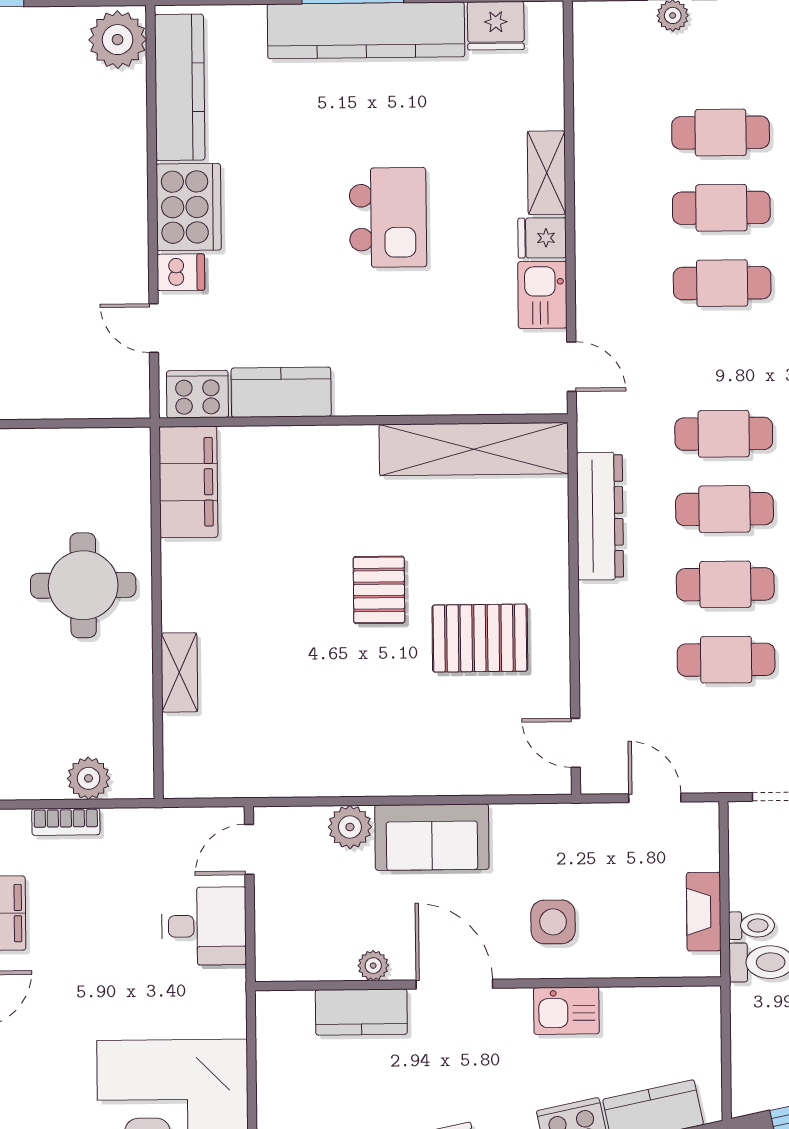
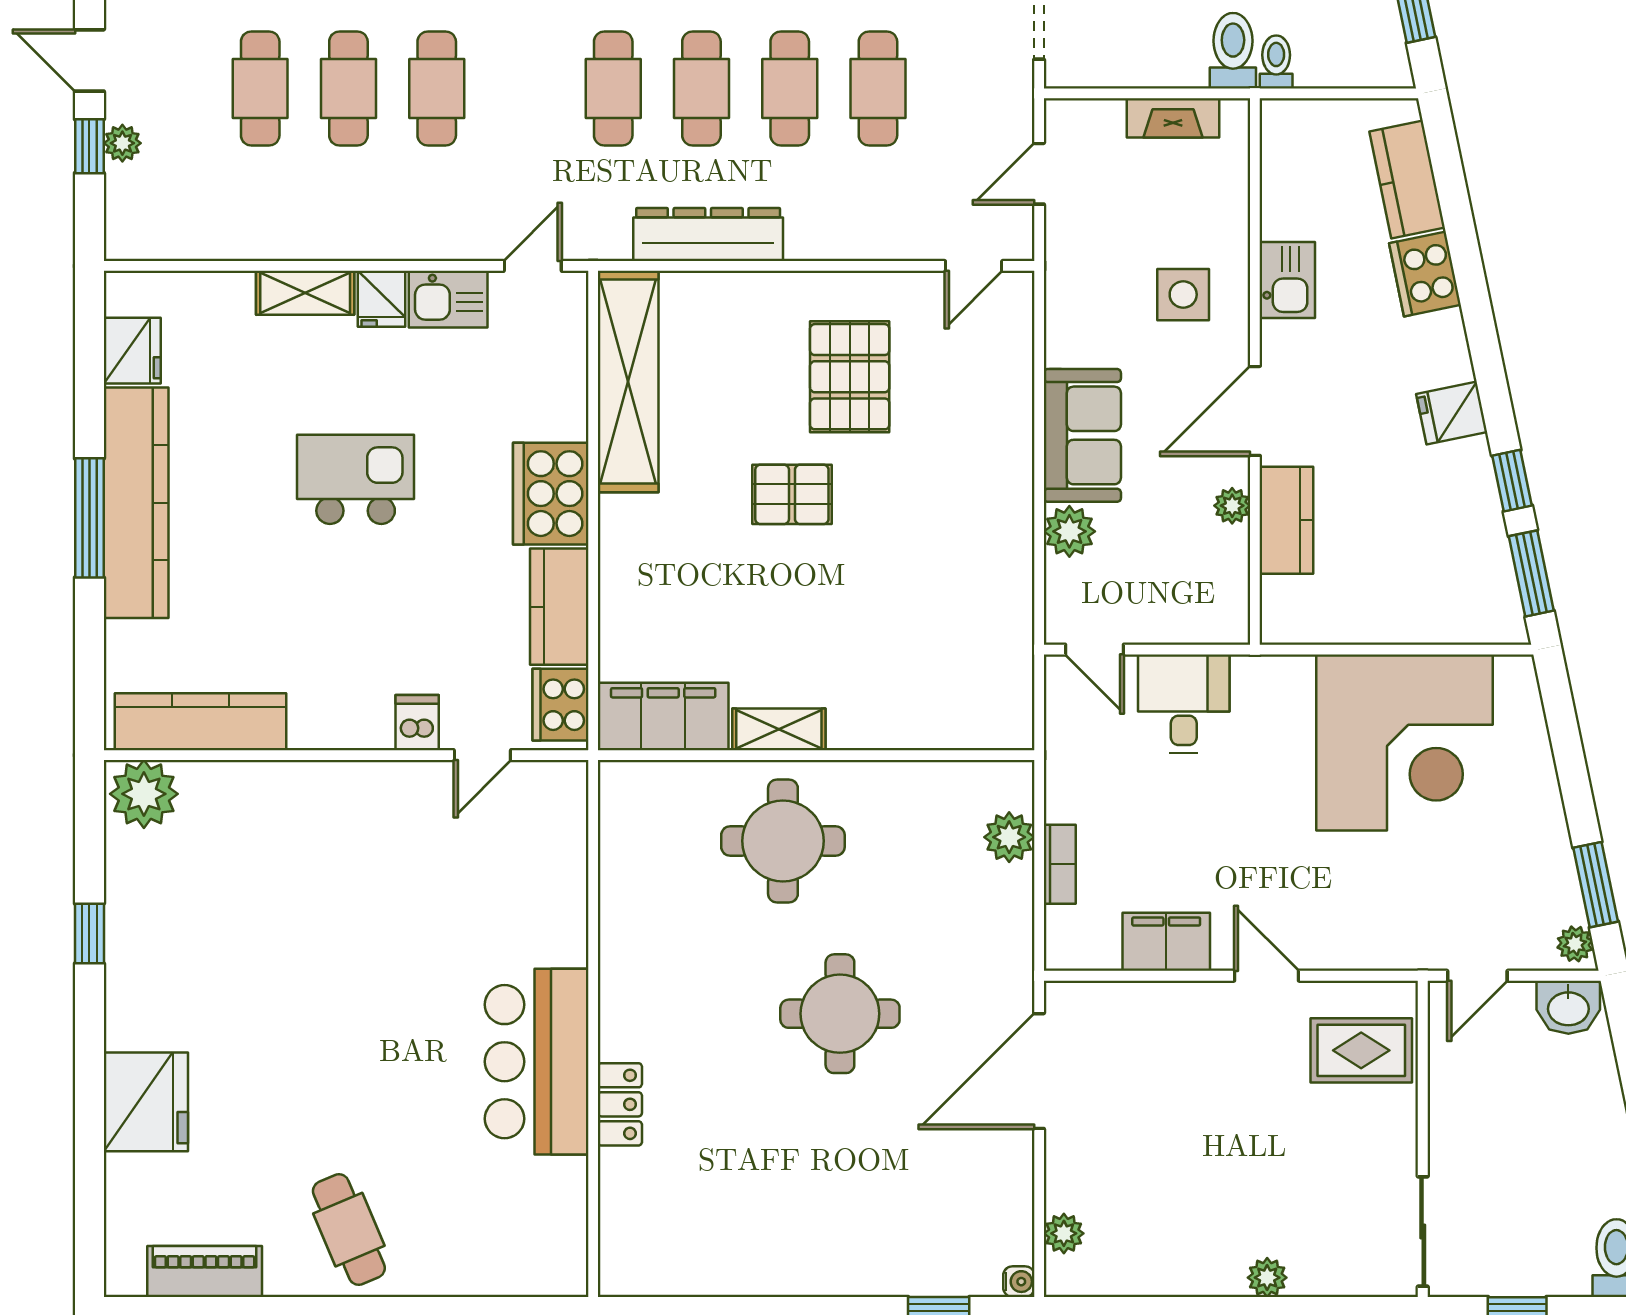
cooker: (189, 207) -> (551, 494), moved, turned -90
shelving: (179, 672) -> (779, 729), moved
toilet: (752, 926) -> (1276, 62), moved

